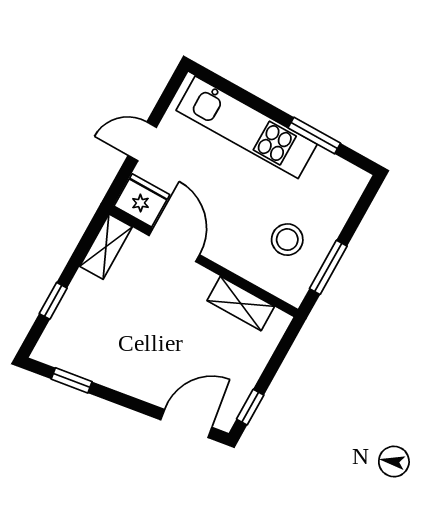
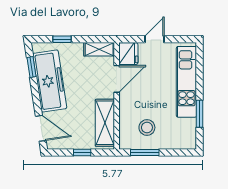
door: (142, 141) -> (155, 39), hinge flipped
shelving: (241, 304) -> (105, 123), width x1.50, depth x1.33
freezer: (113, 362) -> (50, 81), added
window: (250, 407) -> (82, 152), moved

